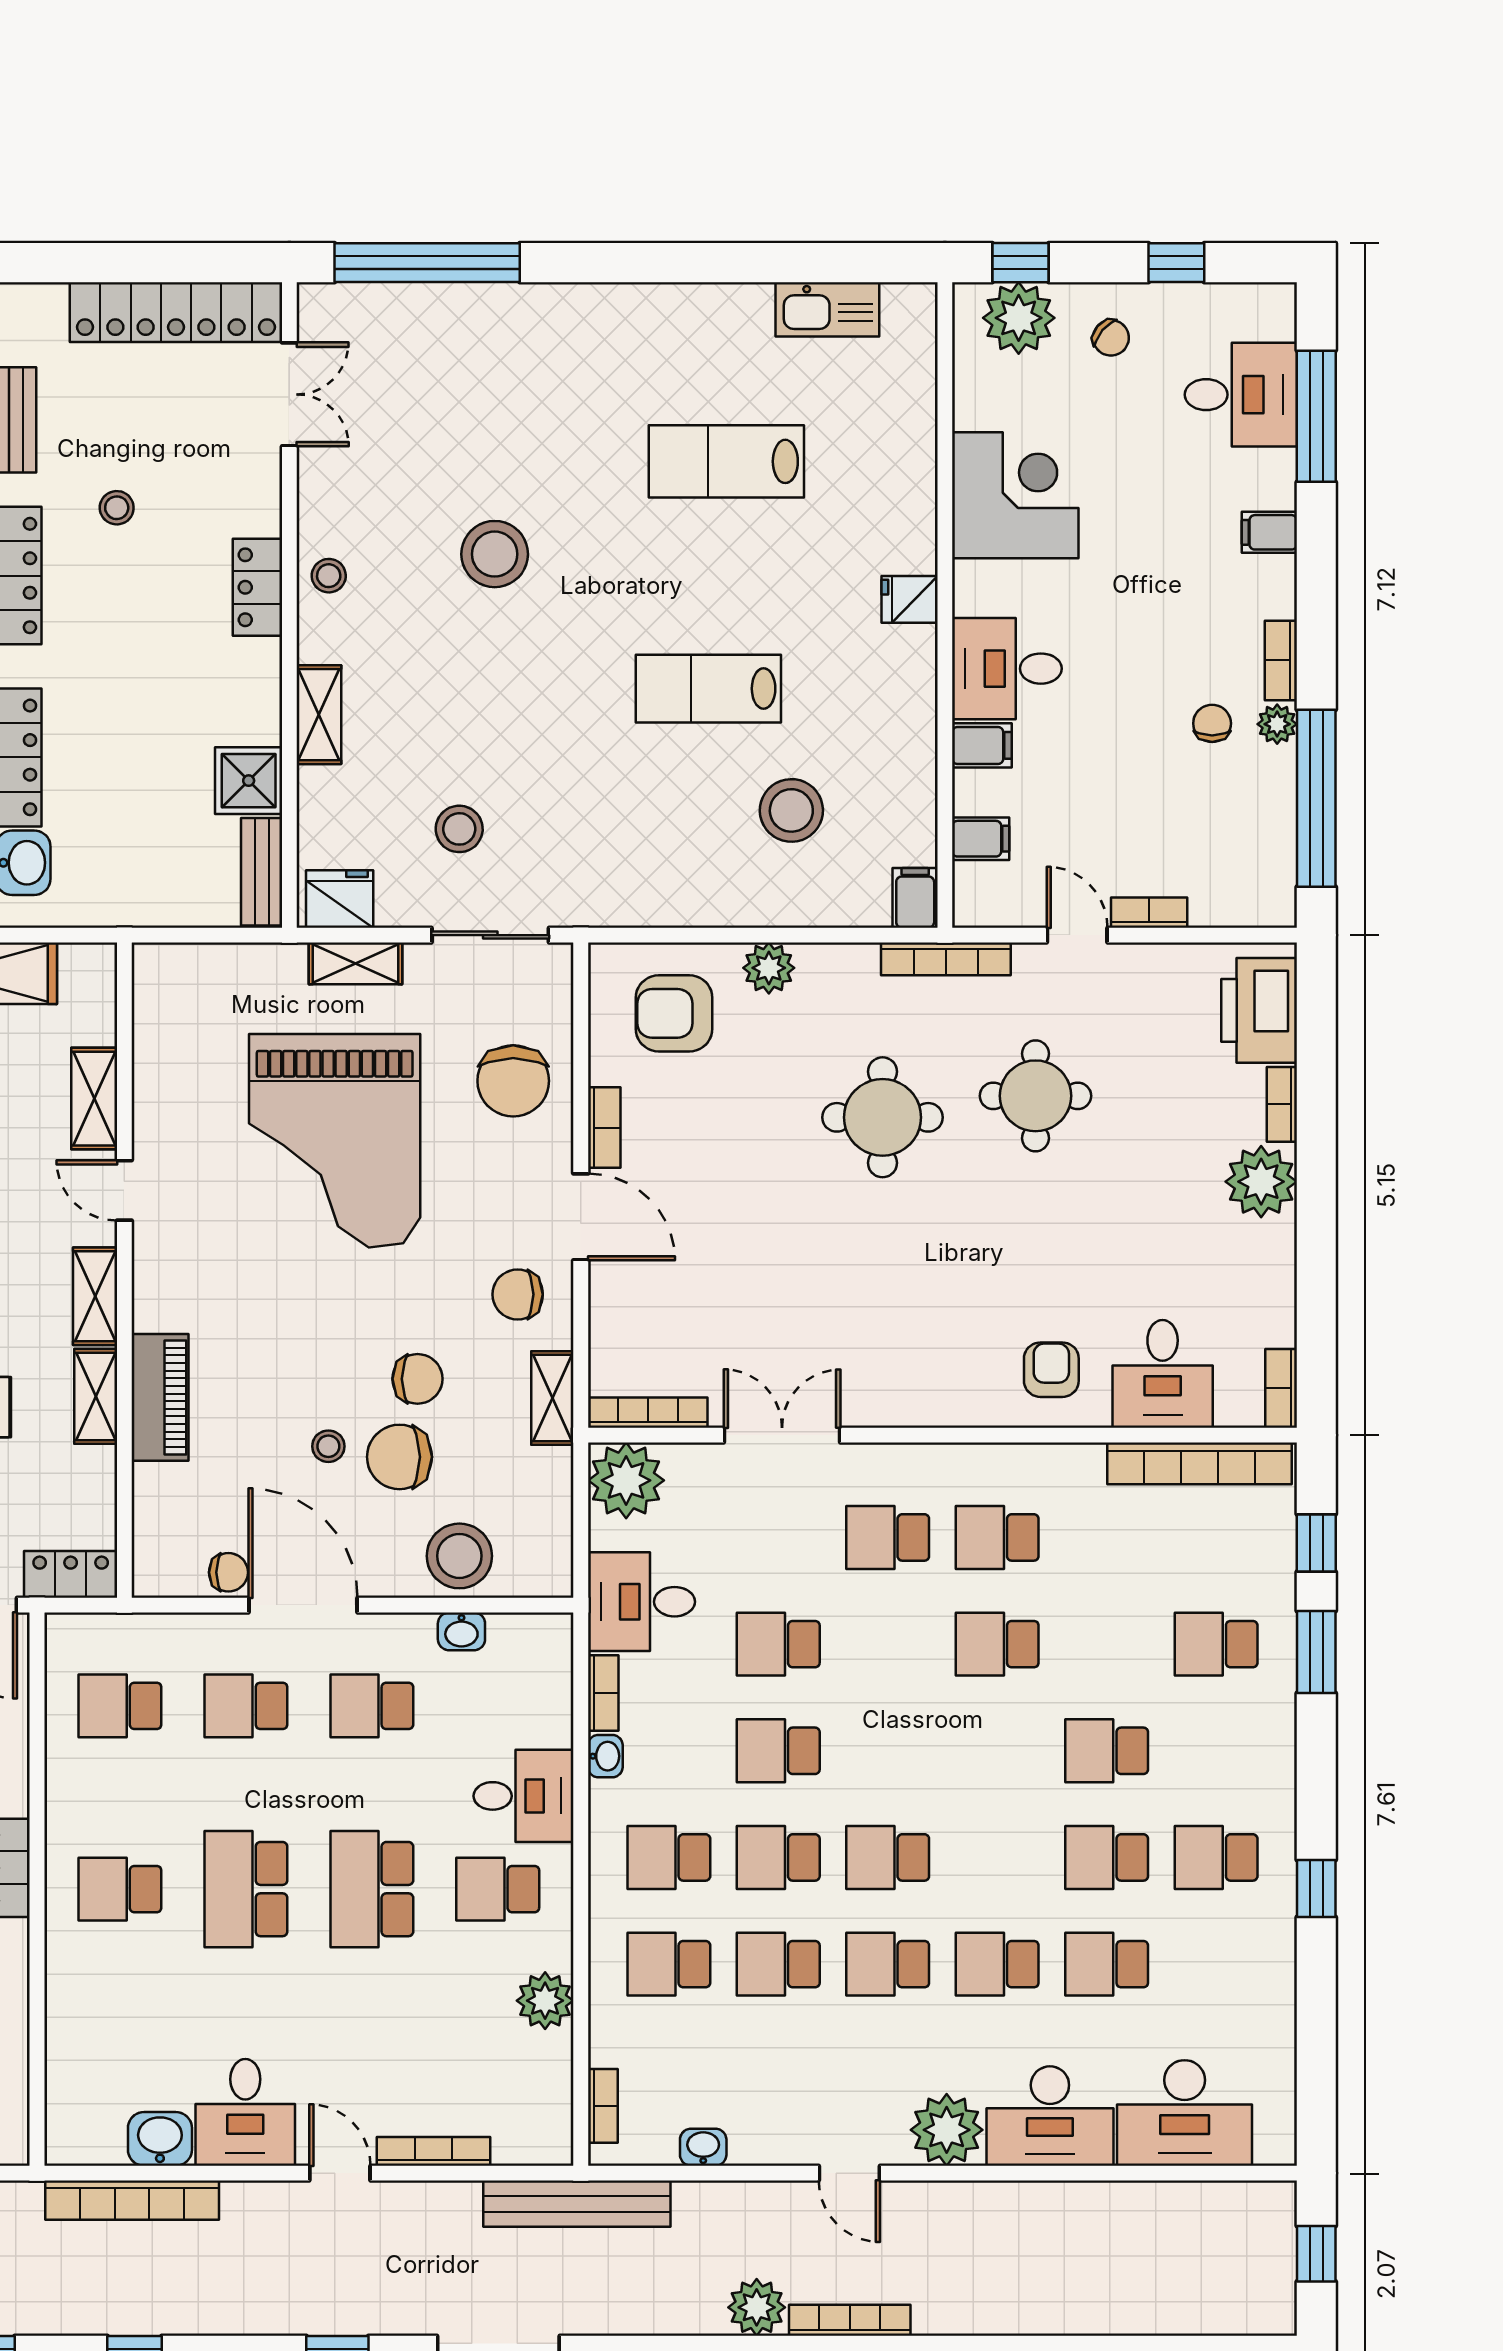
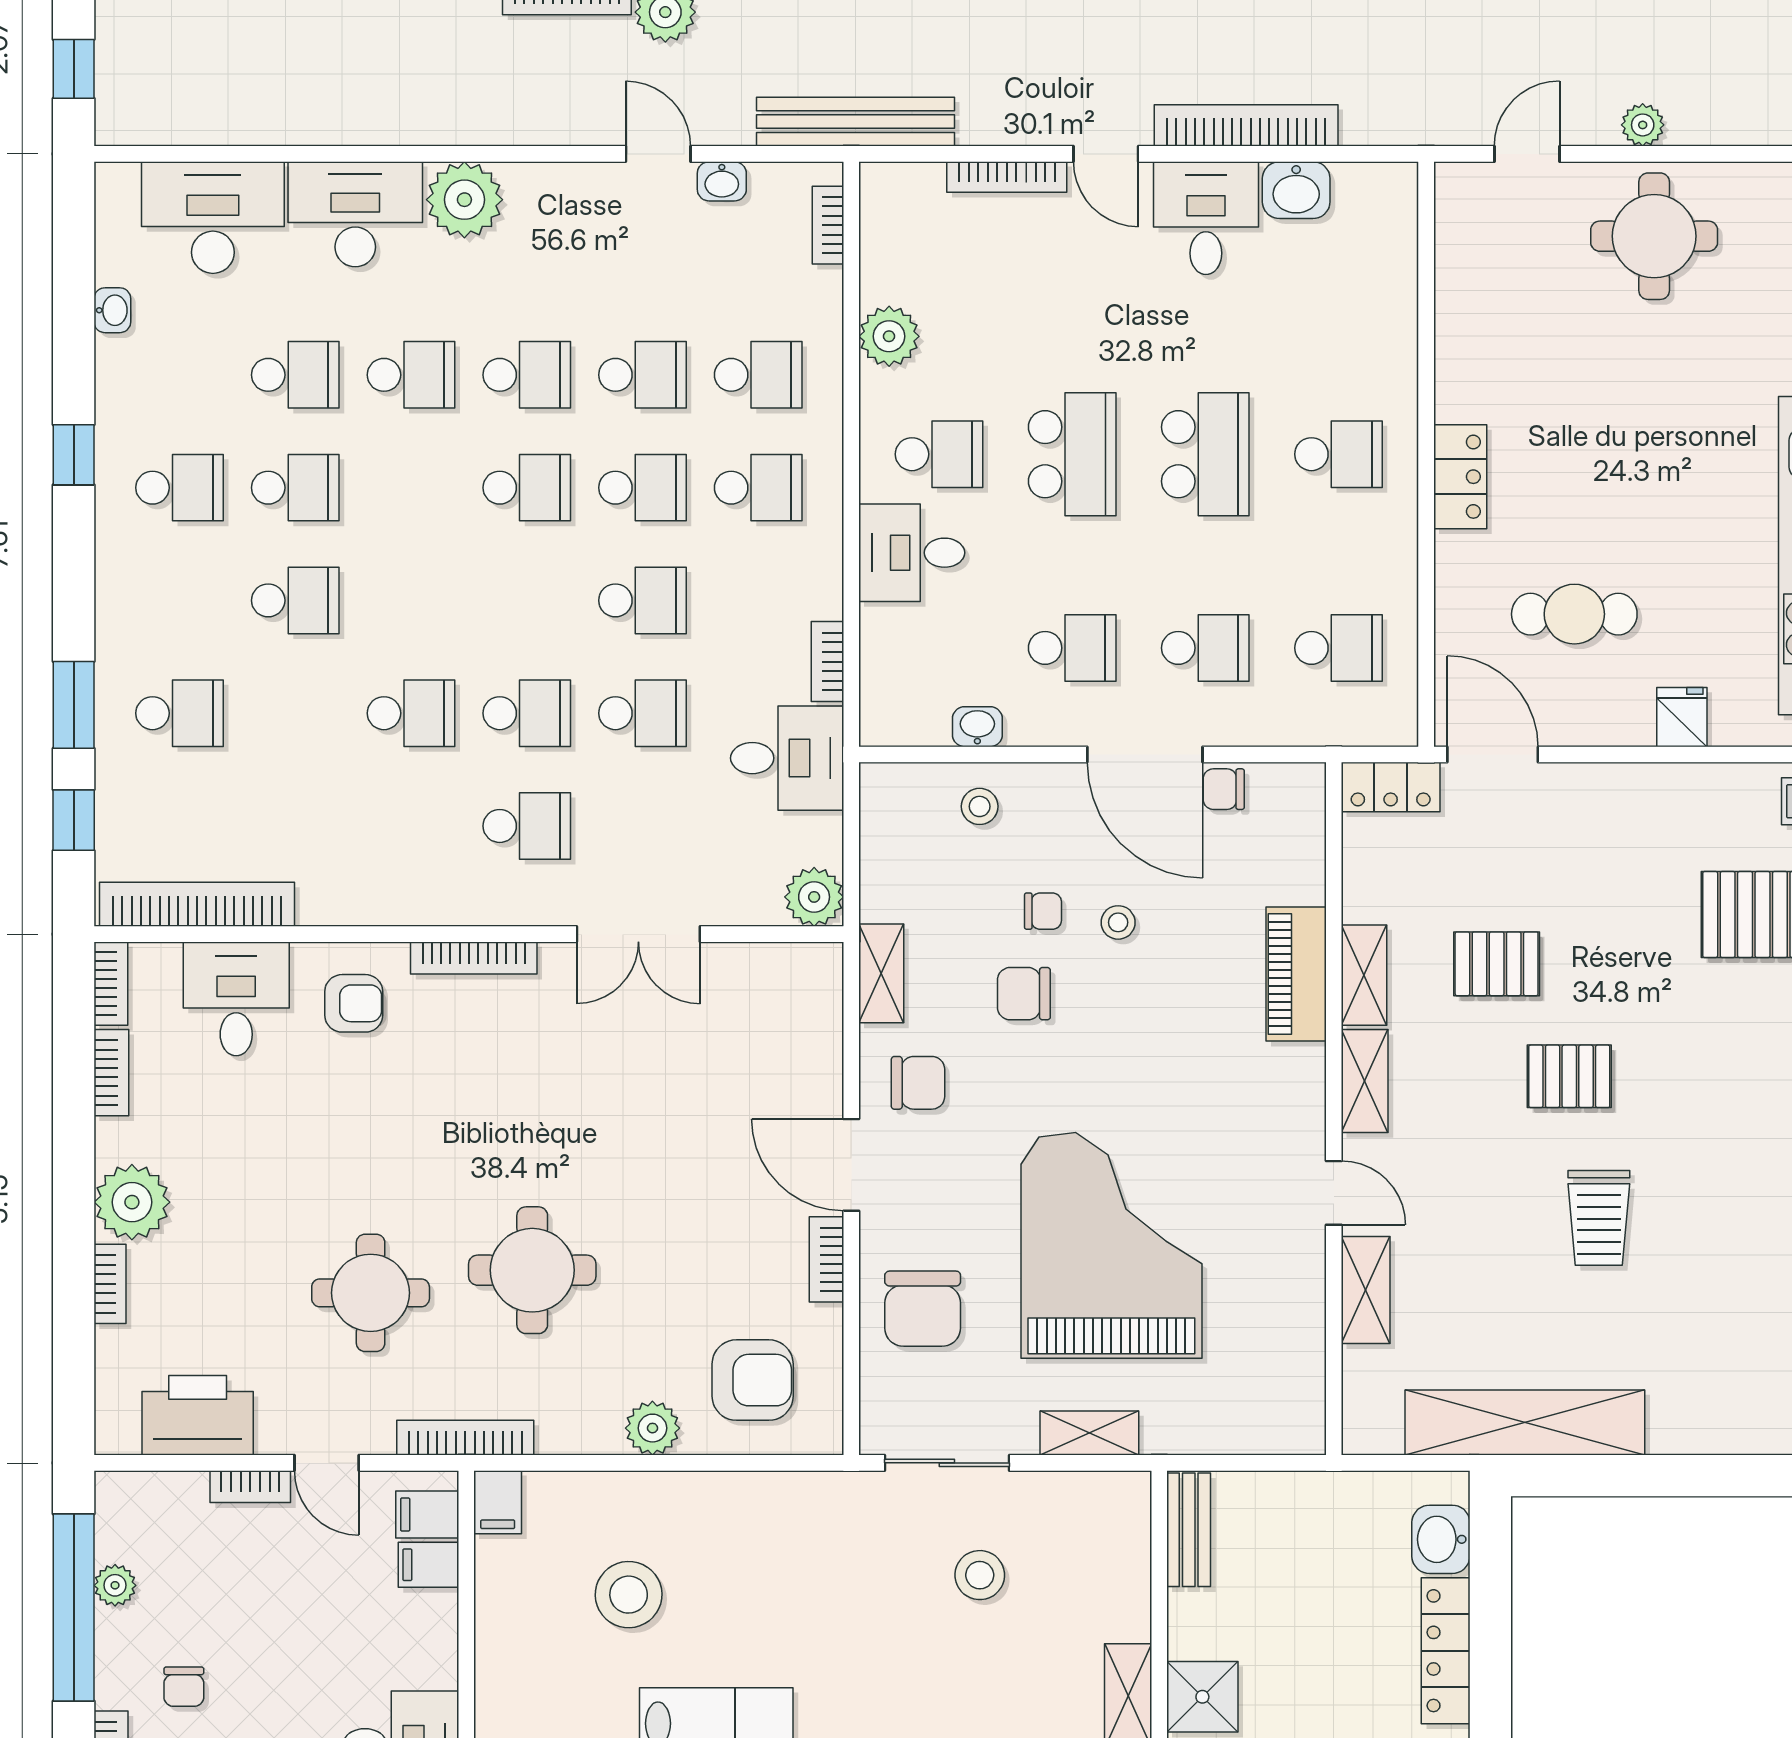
plant: (1277, 724) -> (115, 1585), moved
filing cabinet: (982, 745) -> (427, 1515), moved
shower: (249, 781) -> (1202, 1697), moved
fridge: (340, 899) -> (1106, 1501), removed
printer: (1259, 1010) -> (198, 1415), moved, turned -90
chair: (513, 1081) -> (923, 1309), turned 180
bookcase: (1281, 1304) -> (111, 1073), added
armchair: (1051, 1370) -> (354, 1003), turned -90
bookcase: (648, 1413) -> (474, 958), moved
chair: (399, 1457) -> (1043, 911), width x0.54, depth x0.54
plant: (626, 1480) -> (814, 897), width x0.73, depth x0.73
school desk: (997, 1537) -> (527, 713), moved
stool: (459, 1556) -> (980, 806), width x0.53, depth x0.53
washbasin: (605, 1756) -> (112, 310), moved, turned 180
door: (849, 2173) -> (658, 154), moved
bookcase: (132, 2200) -> (1246, 125), moved

